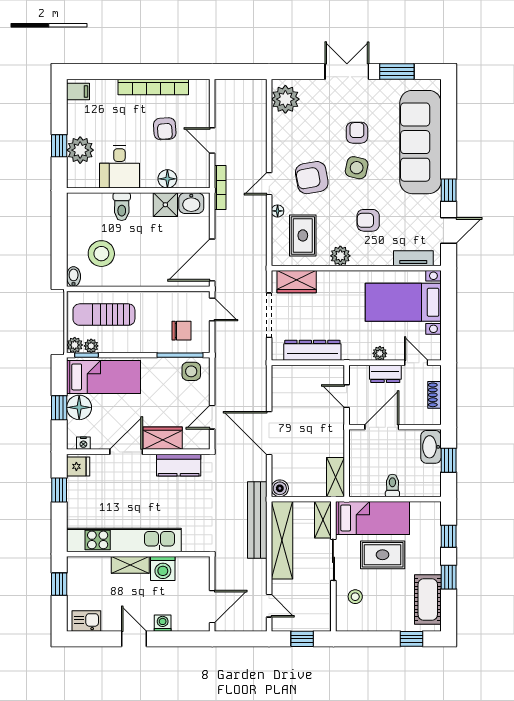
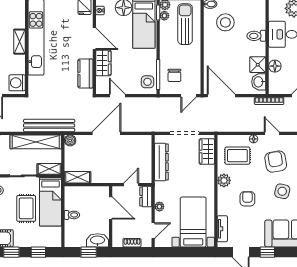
dresser: (385, 374) -> (146, 197), moved
washing machine: (163, 568) -> (17, 83), moved

